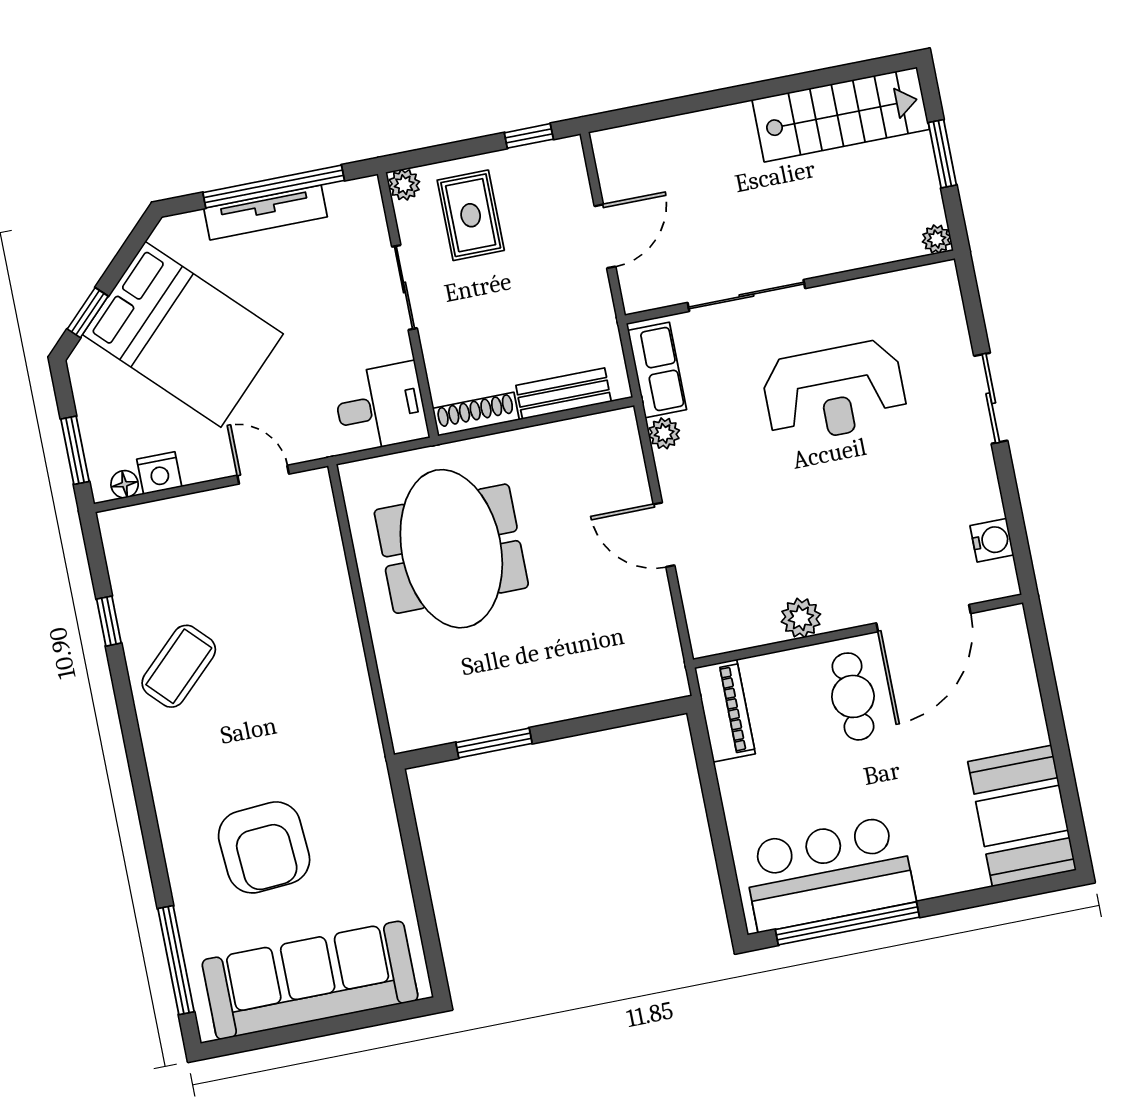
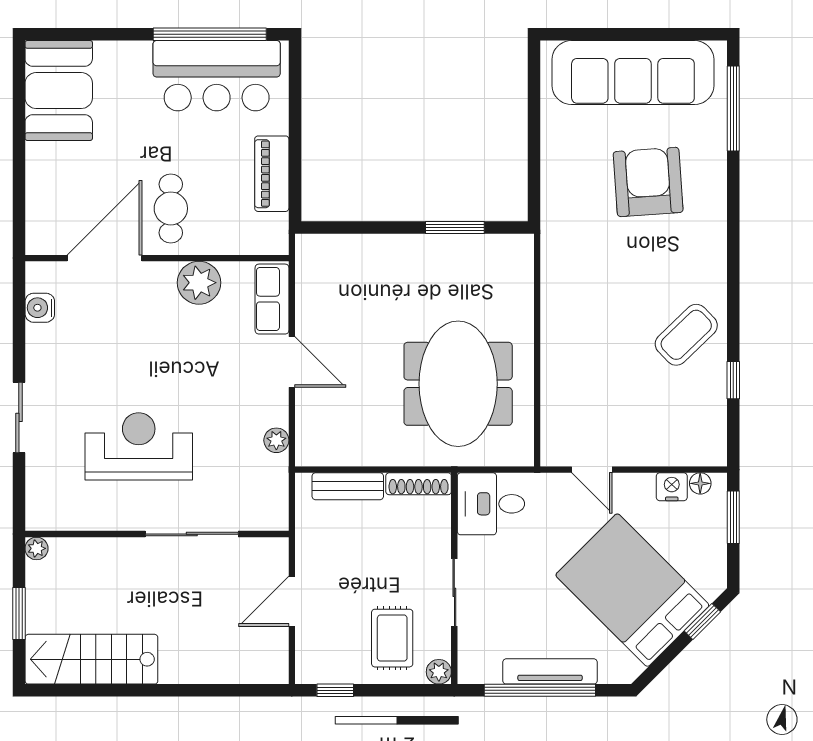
row of seats: (657, 370) -> (272, 299), moved
plant: (801, 618) -> (199, 283), width x1.36, depth x1.36
piano: (725, 711) -> (272, 174), moved

